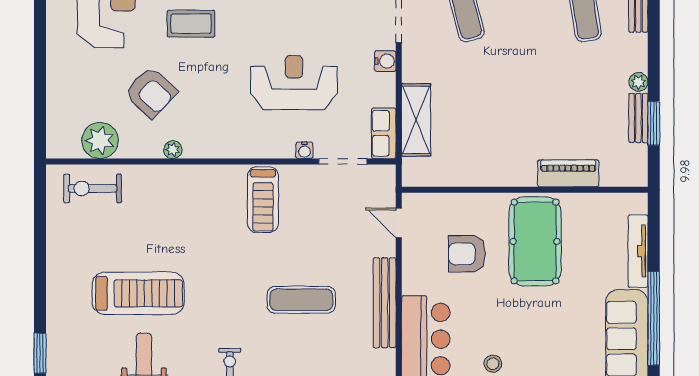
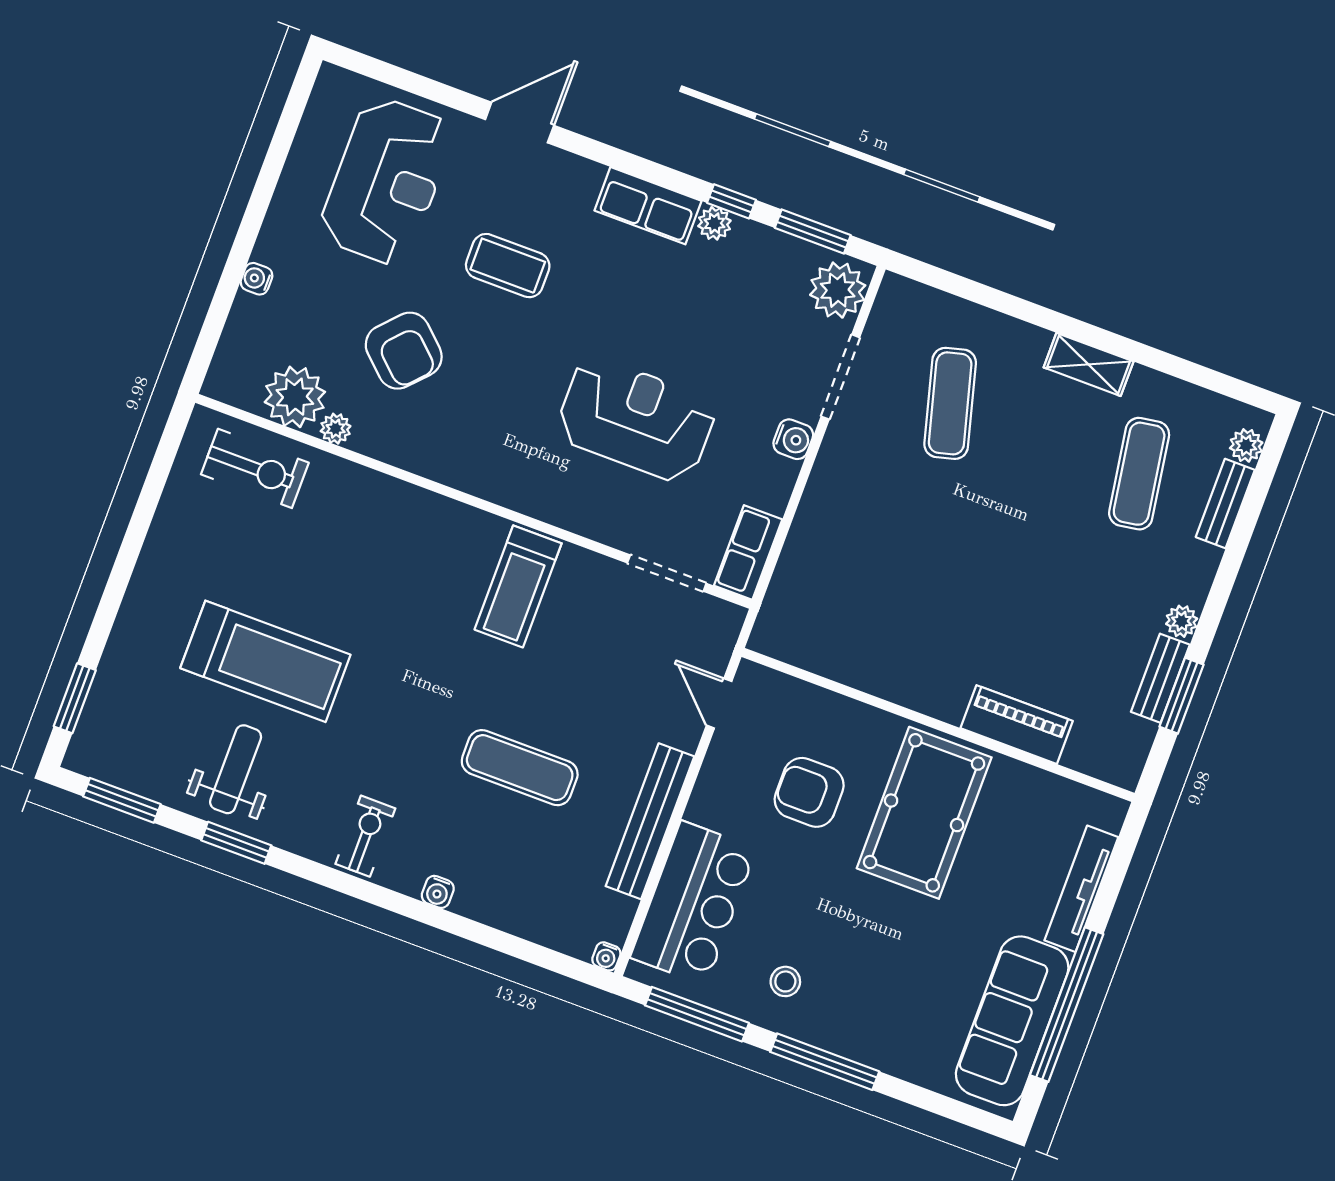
shelving: (416, 120) -> (807, 550), removed
plant: (173, 150) -> (336, 429), moved
water cooler: (304, 150) -> (256, 279), moved, turned 90
exercise bike: (93, 188) -> (255, 468), turned 180

